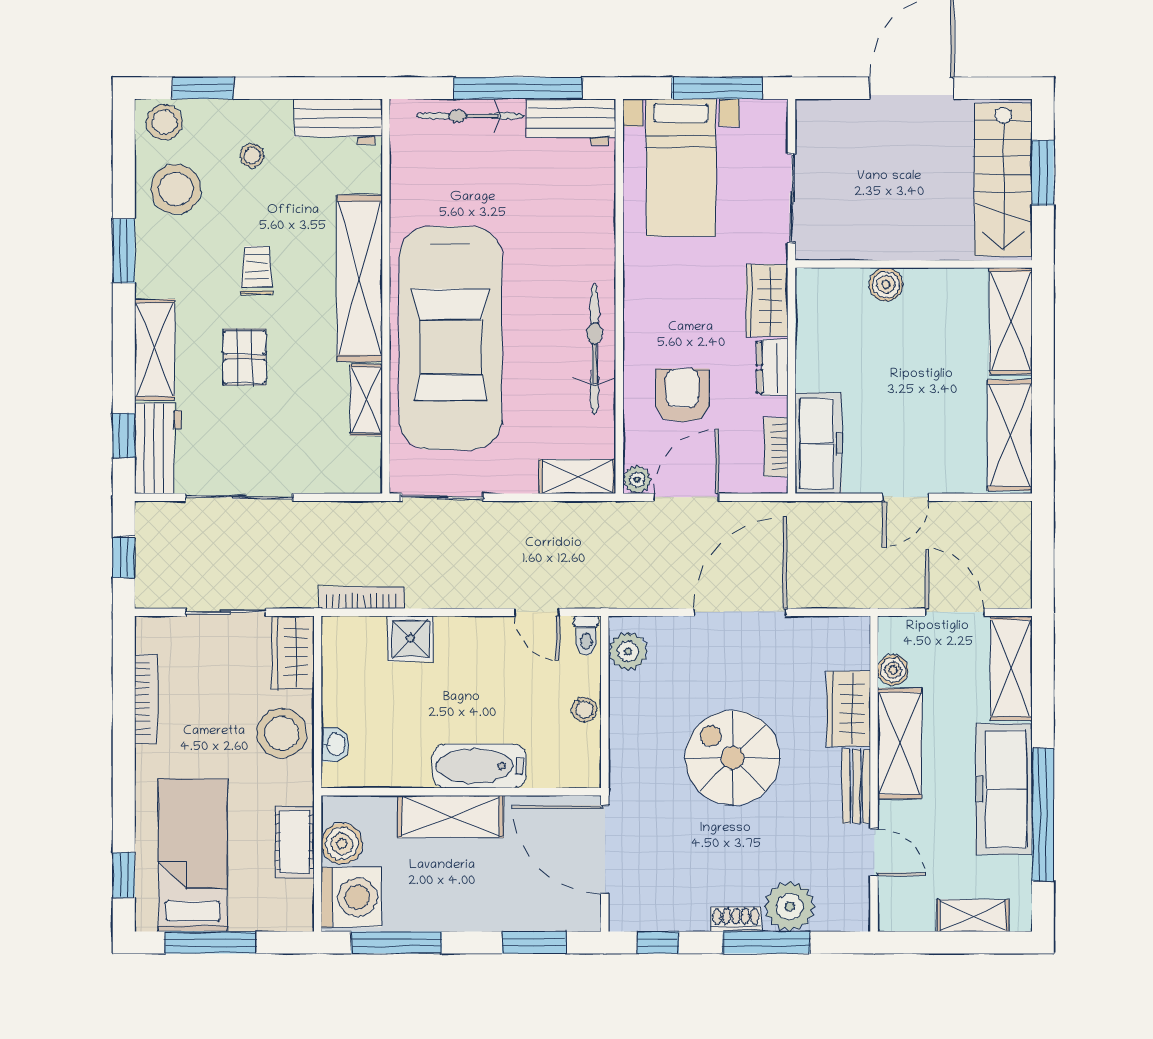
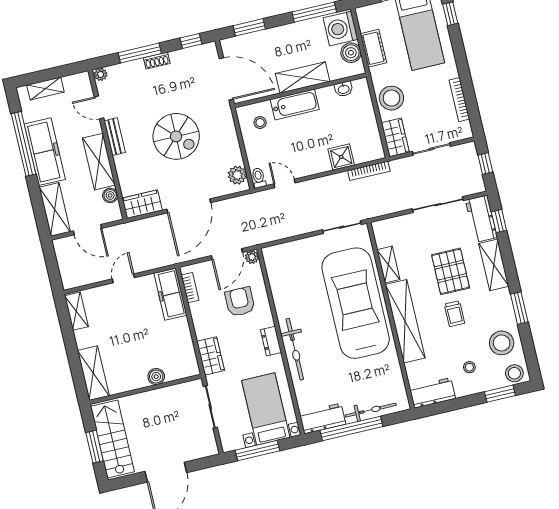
bicycle: (594, 349) -> (295, 349), moved
pallet: (245, 357) -> (451, 271), width x1.50, depth x1.42
dresser: (772, 367) -> (271, 341), moved, turned 180
armchair: (682, 395) -> (240, 302), turned 180
shelving: (1010, 435) -> (76, 311), width x0.67, depth x0.75
shelving: (577, 476) -> (280, 252), removed
wardrobe: (849, 709) -> (142, 204), moved, turned -90
stool: (584, 710) -> (260, 123), moved
washbasin: (335, 745) -> (344, 89), moved, turned -90
plant: (790, 906) -> (101, 74), moved, width x0.53, depth x0.53

